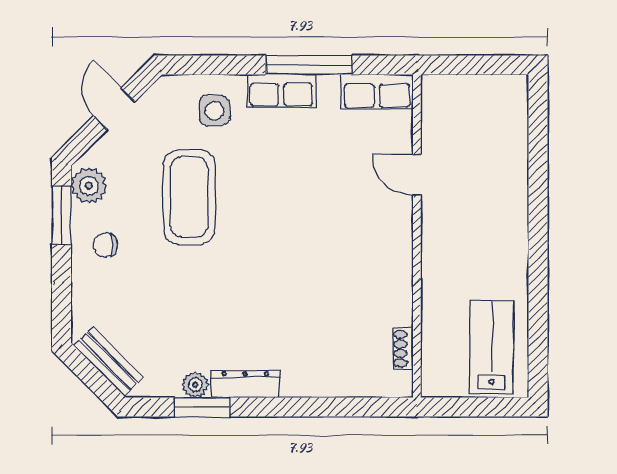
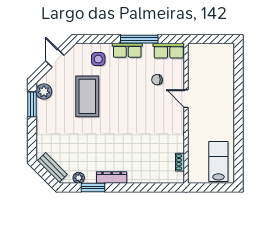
door: (417, 175) -> (186, 99), moved
chair: (106, 245) -> (157, 80), moved
plant: (195, 385) -> (79, 178), moved

